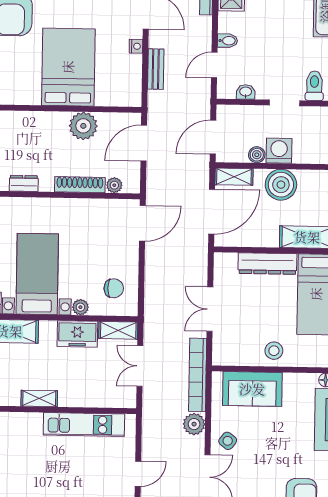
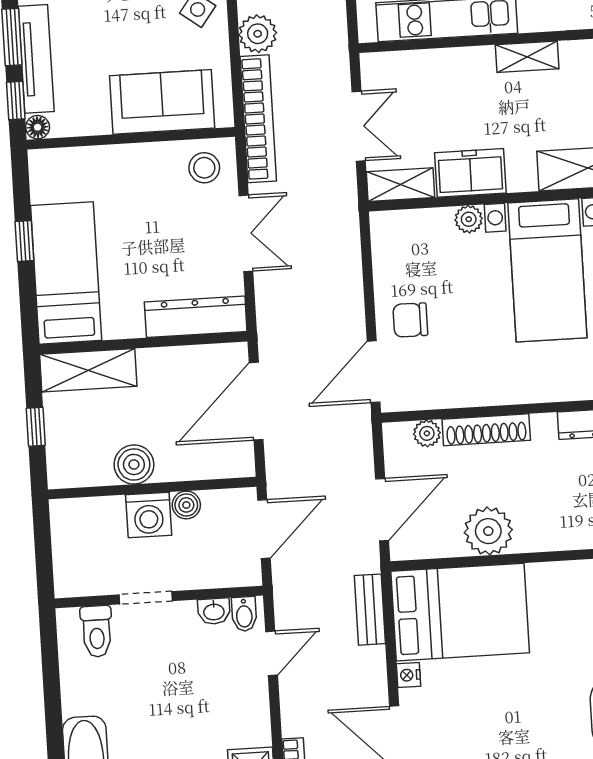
bidet: (227, 41) -> (244, 614), moved, turned -90
bed: (68, 67) -> (460, 612), moved, turned -90
bench: (156, 69) -> (370, 610), moved
shelving: (234, 177) -> (223, 464), removed
boiler: (281, 185) -> (134, 464), width x0.73, depth x0.73
dresser: (267, 264) -> (196, 317), moved
chair: (114, 288) -> (410, 320), moved
stool: (274, 351) -> (204, 168), moved

